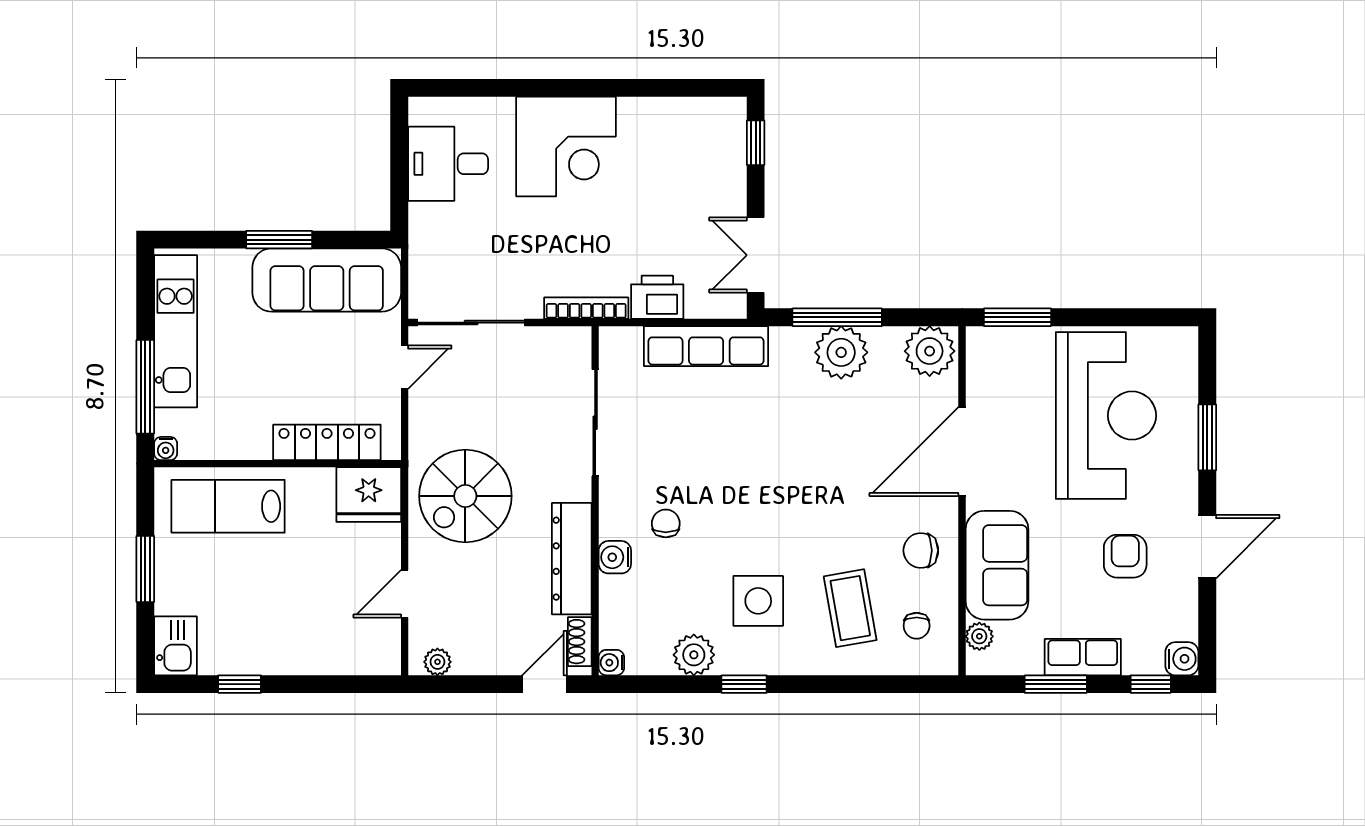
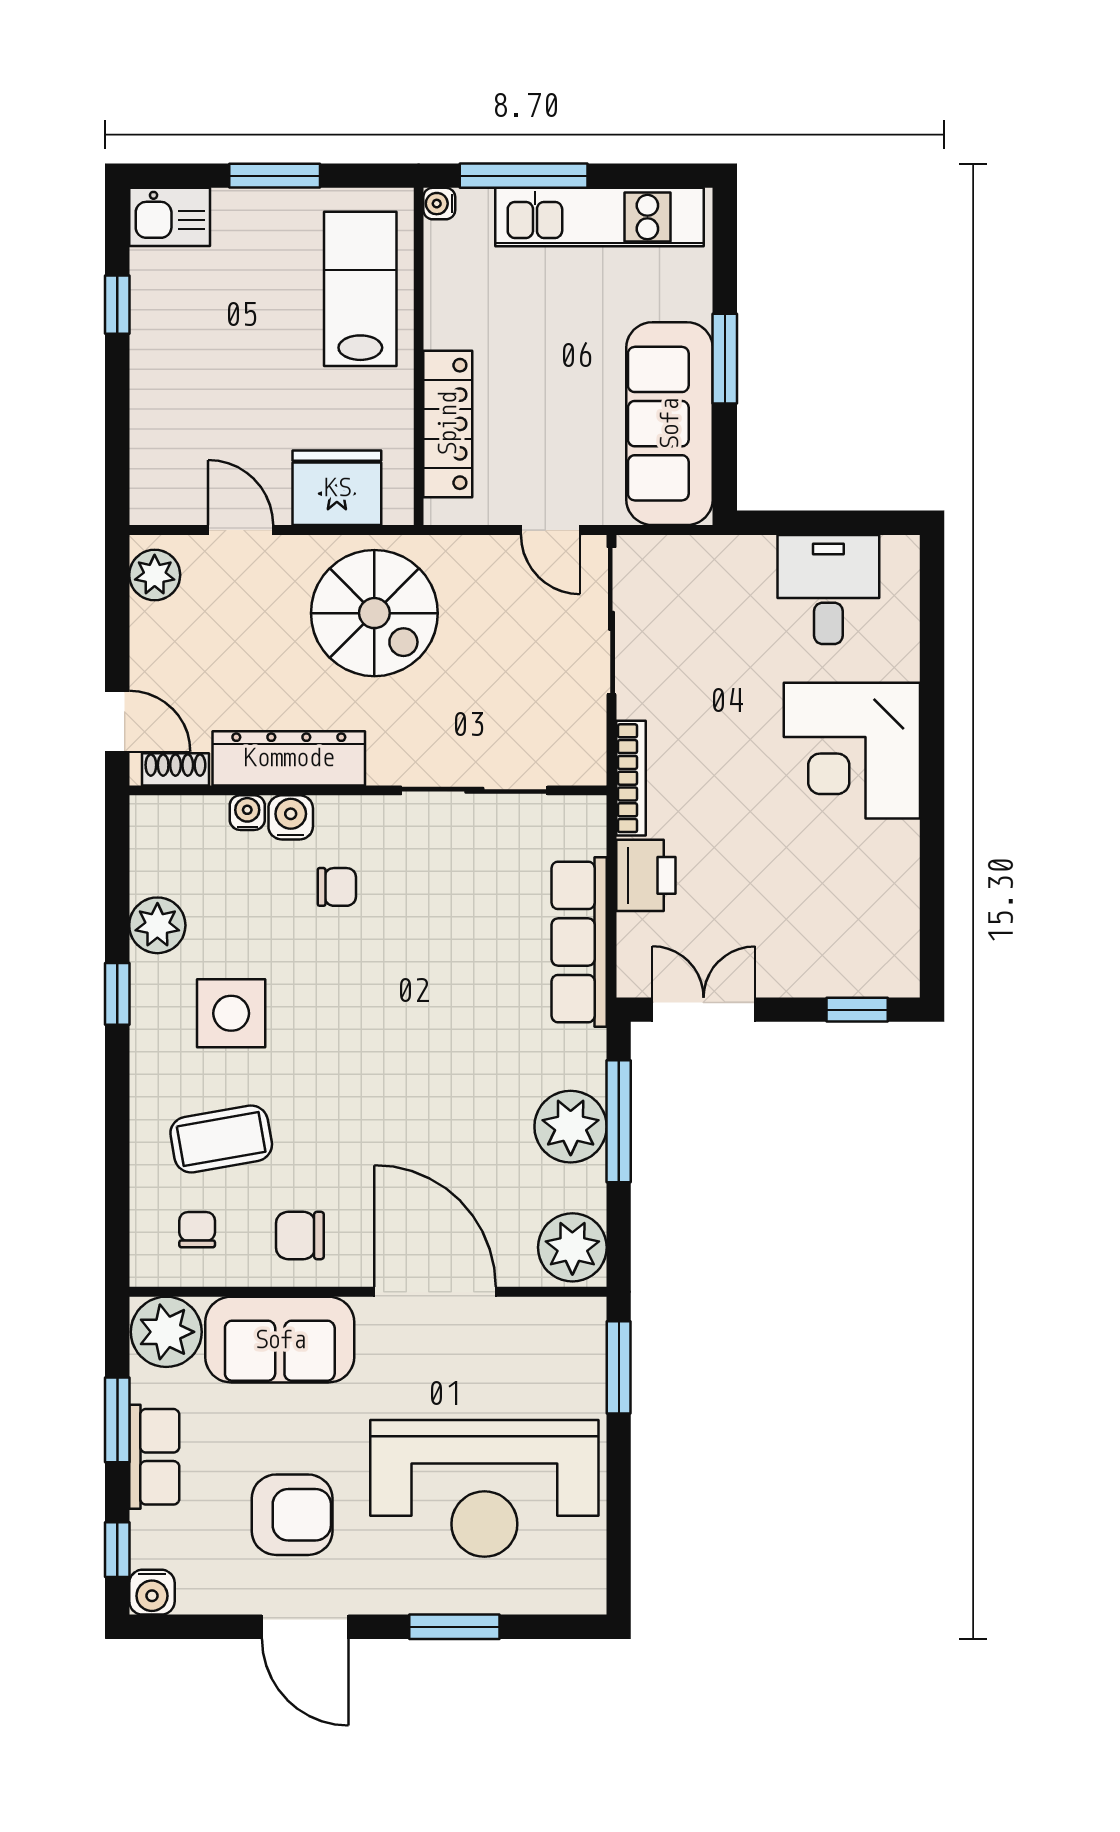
fridge: (369, 495) -> (337, 488), moved, turned 90
spiral stairs: (465, 496) -> (374, 613), turned 180
chair: (921, 550) -> (300, 1235), turned -90
armchair: (1125, 556) -> (292, 1515), width x1.38, depth x1.38
chair: (917, 626) -> (197, 1230), turned 90
plant: (979, 636) -> (166, 1332), width x1.87, depth x1.87
plant: (437, 662) -> (155, 575), width x1.38, depth x1.38
water cooler: (611, 663) -> (247, 813), moved

